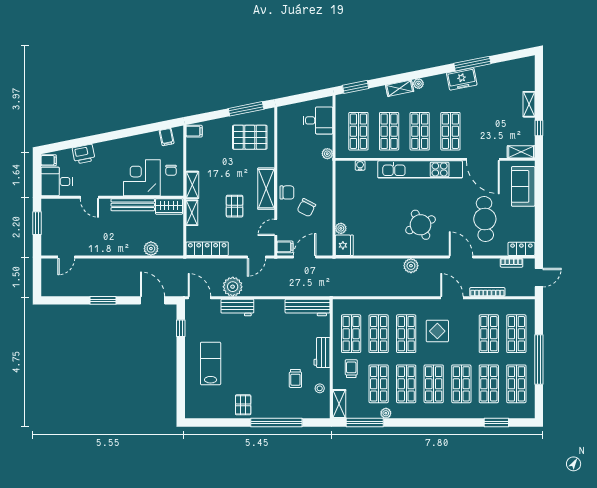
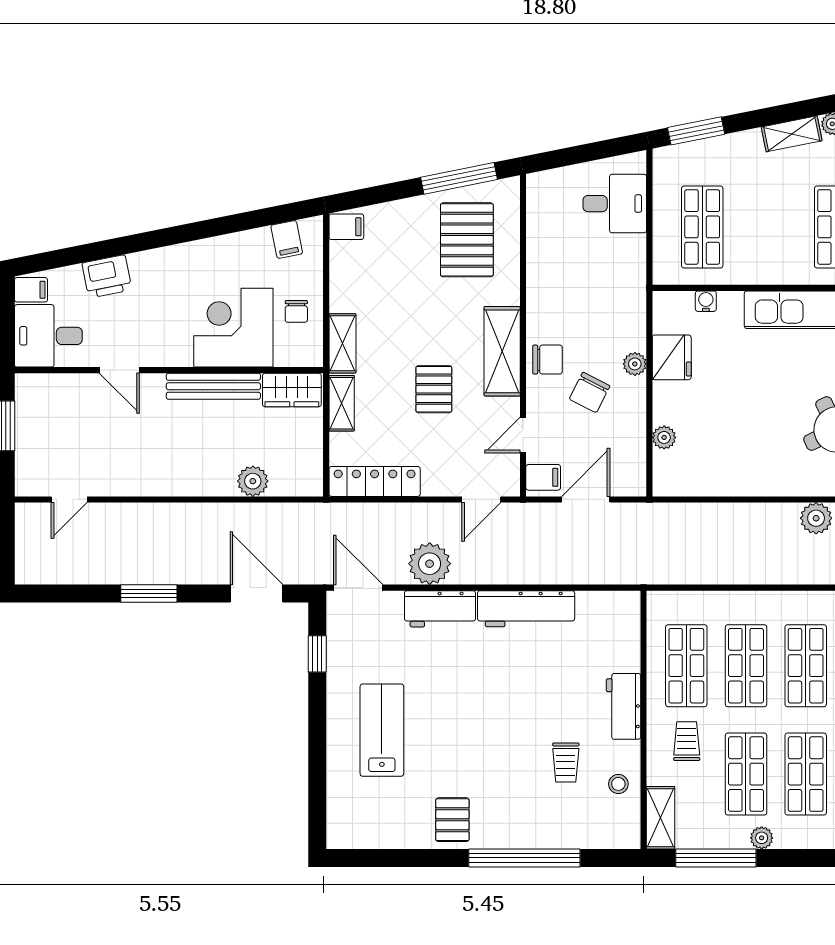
shop shelf: (389, 131) -> (769, 227), removed
pallet: (250, 137) -> (467, 240), turned 90
plant: (327, 154) -> (635, 364), moved
fridge: (344, 245) -> (672, 357), moved
workbench: (308, 307) -> (526, 609), moved

